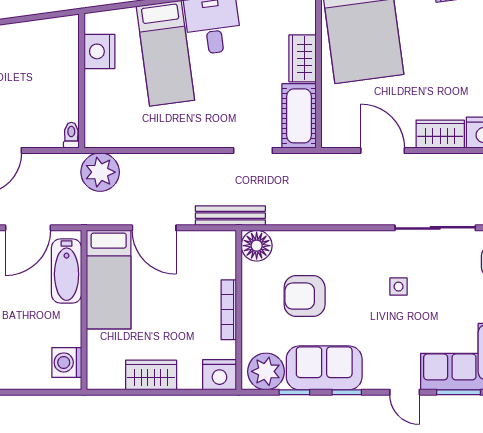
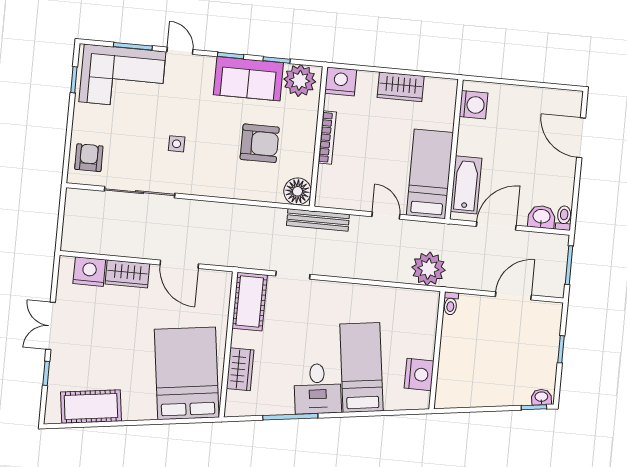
wardrobe: (303, 58) -> (240, 369), moved
door: (154, 228) -> (386, 215), width x0.73

